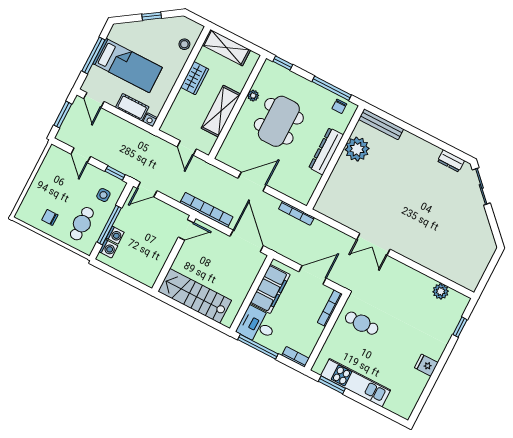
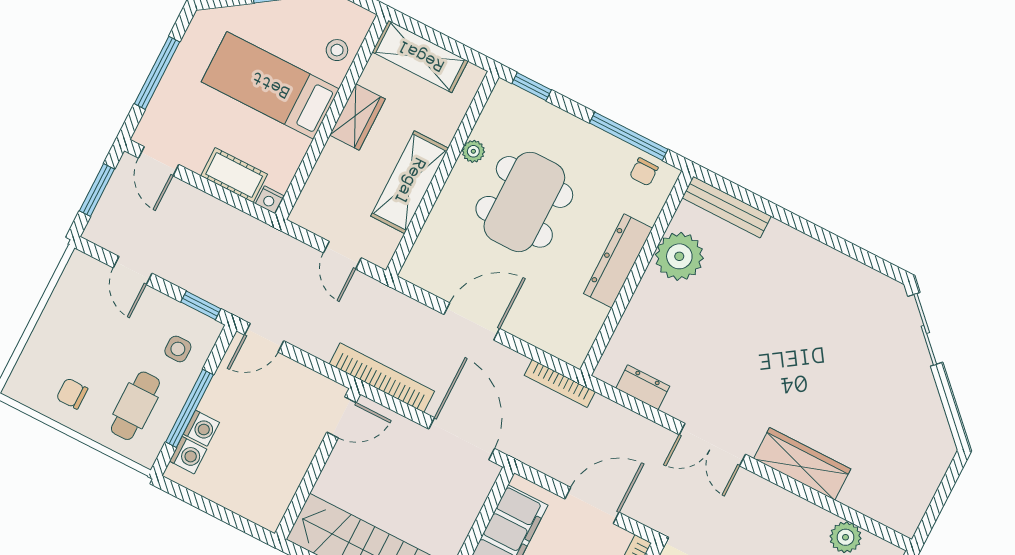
bed: (127, 65) -> (270, 85), moved, turned 180
dresser: (451, 161) -> (643, 387), moved, turned 180
wardrobe: (419, 254) -> (802, 464), added

